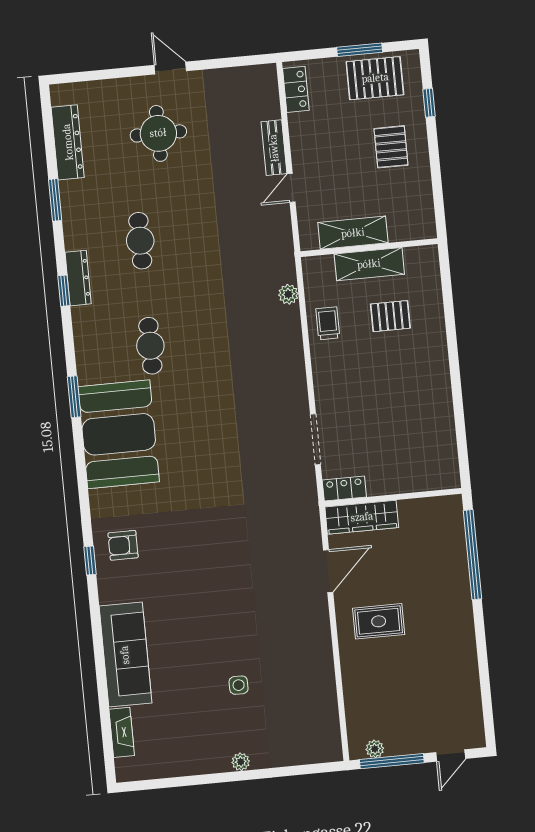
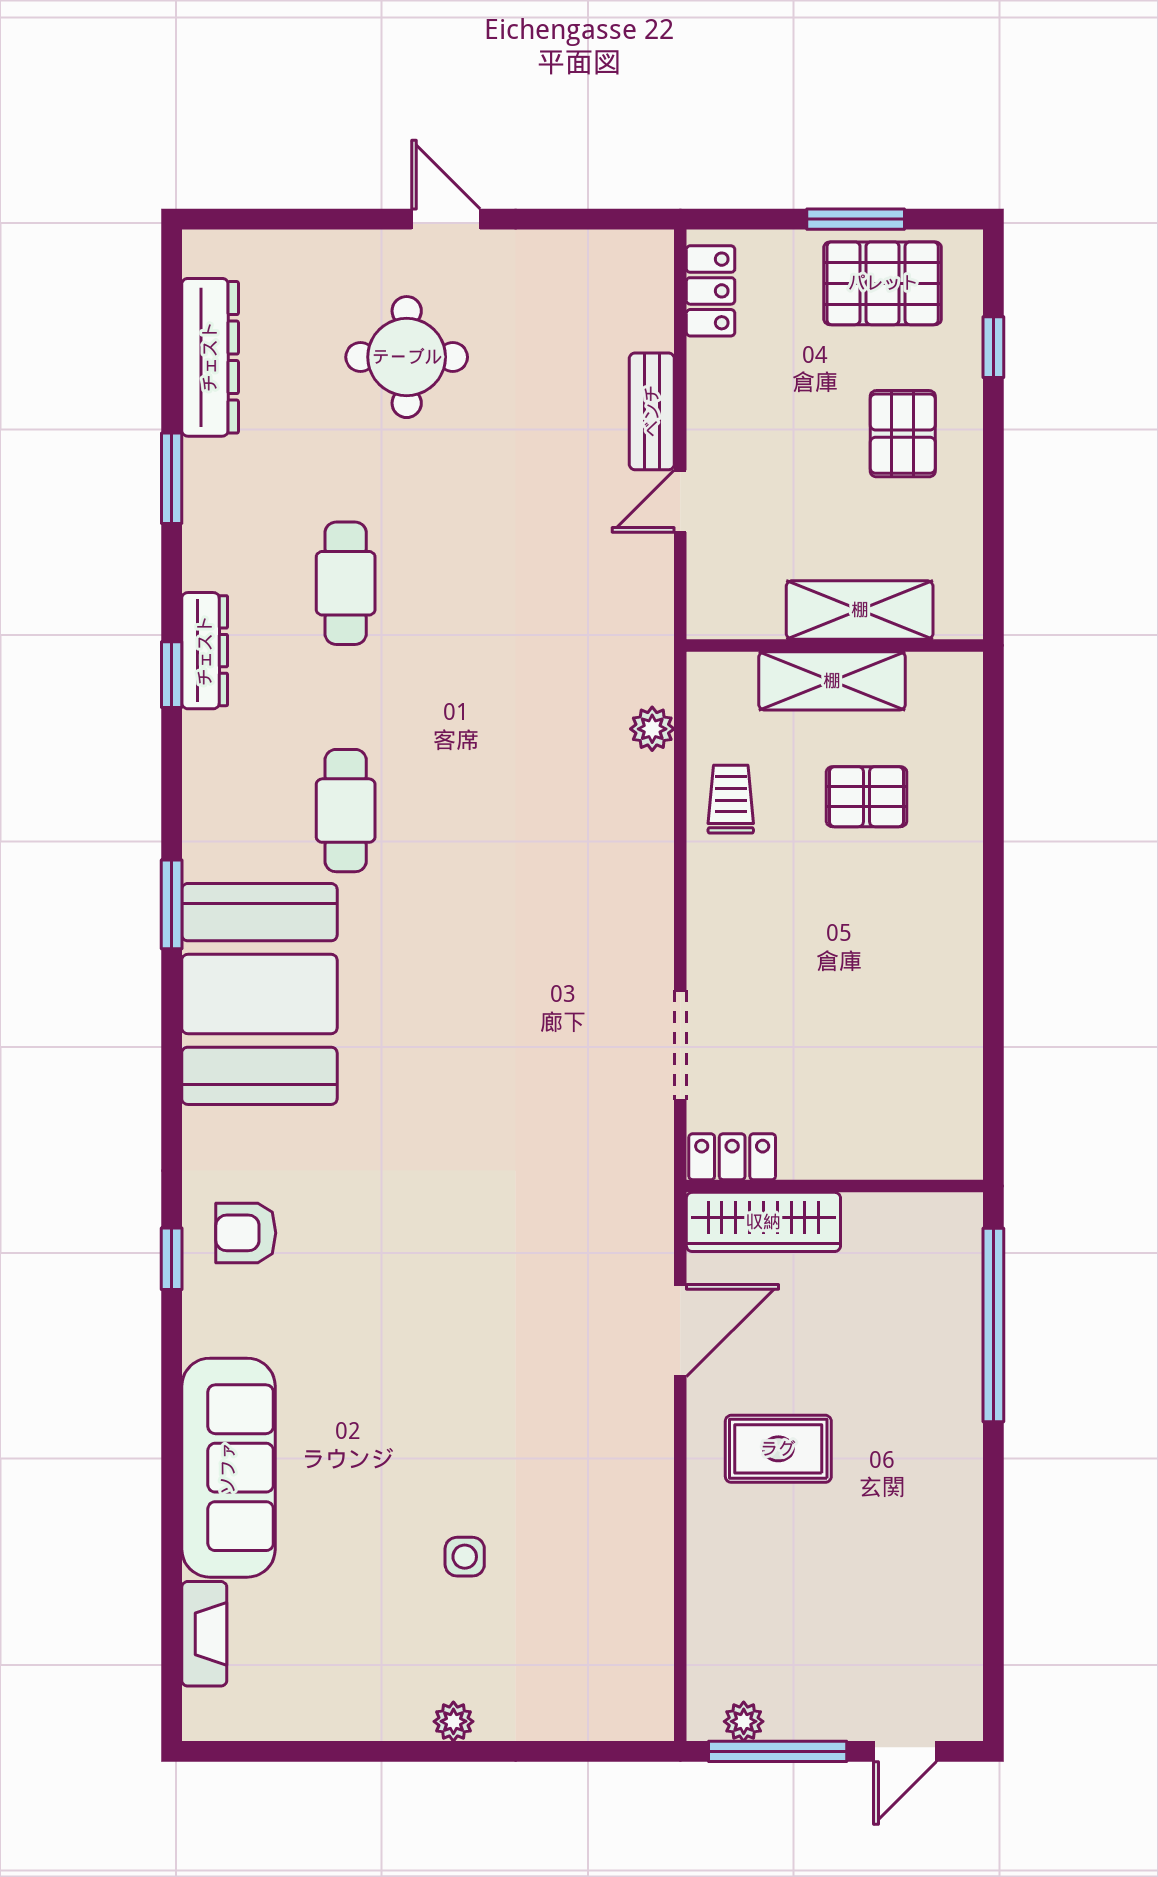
shelving: (353, 233) -> (860, 610), moved

